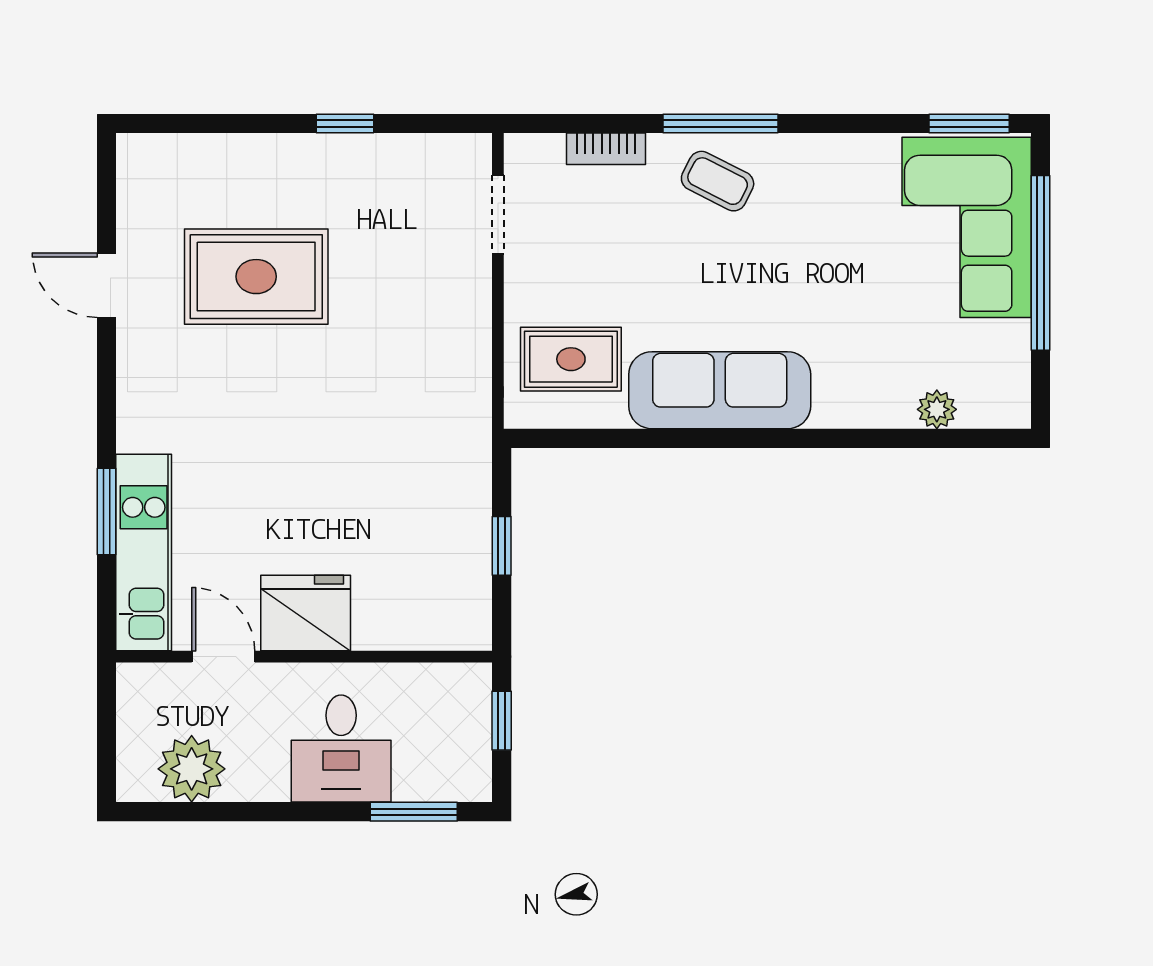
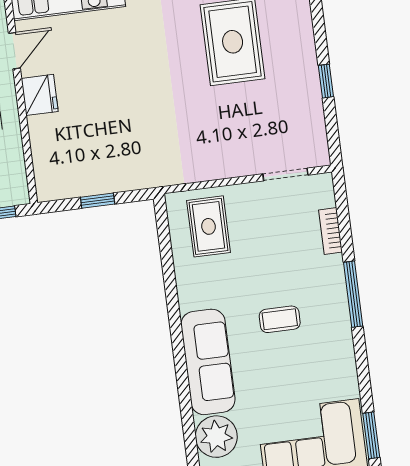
coffee table: (718, 181) -> (280, 319), moved, turned 63
sofa: (720, 390) -> (208, 362), moved
plant: (937, 409) -> (216, 437), width x1.87, depth x1.87
fridge: (306, 613) -> (40, 95), width x0.73, depth x0.75

